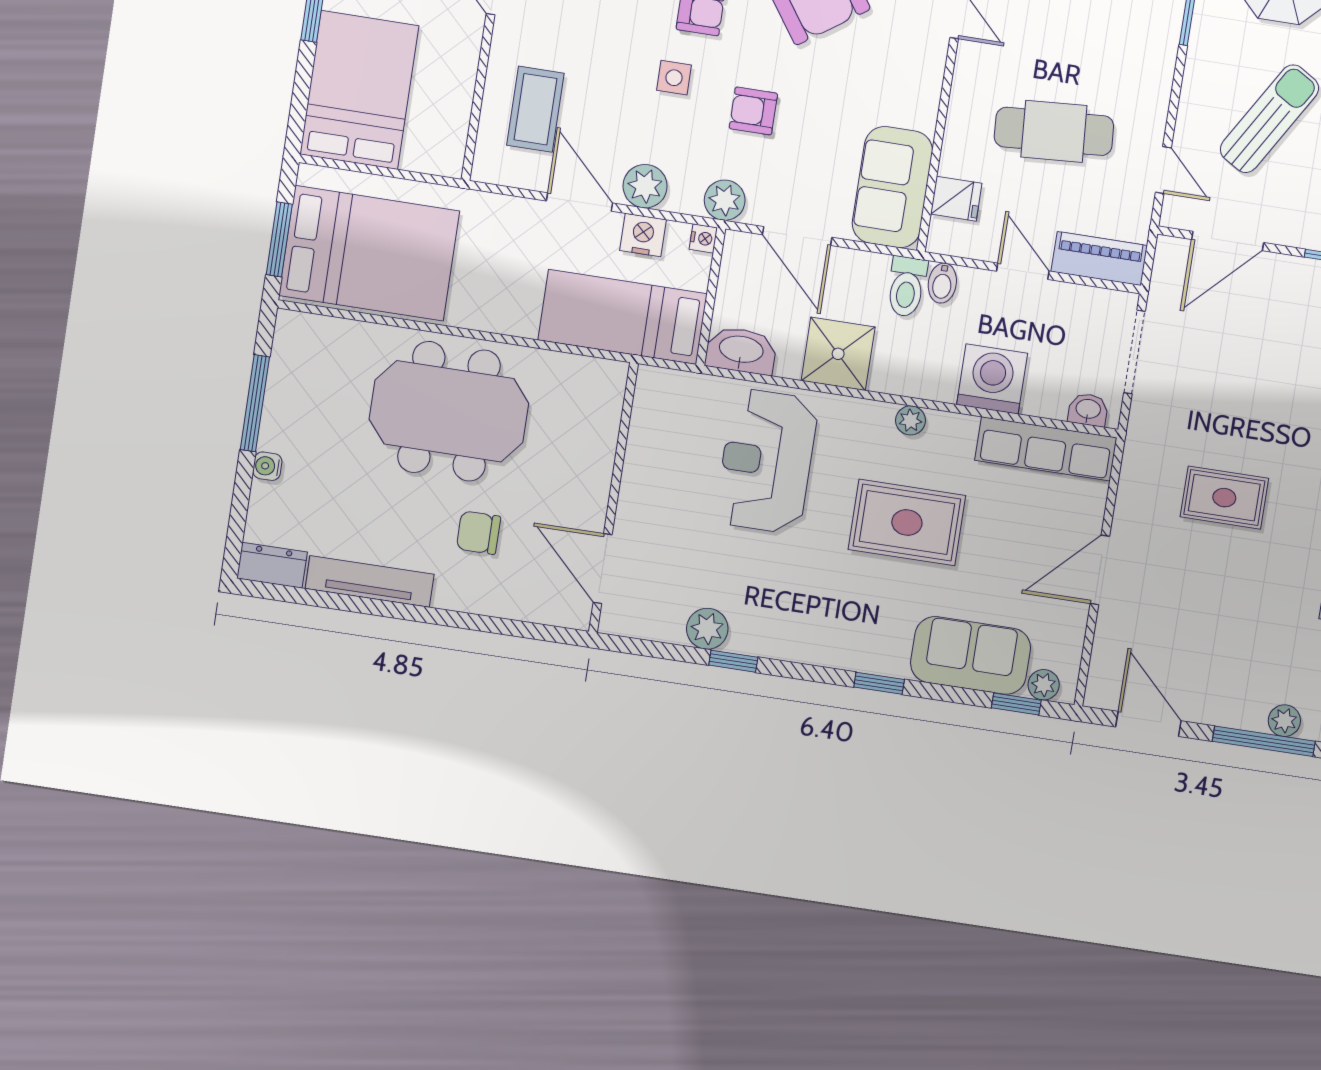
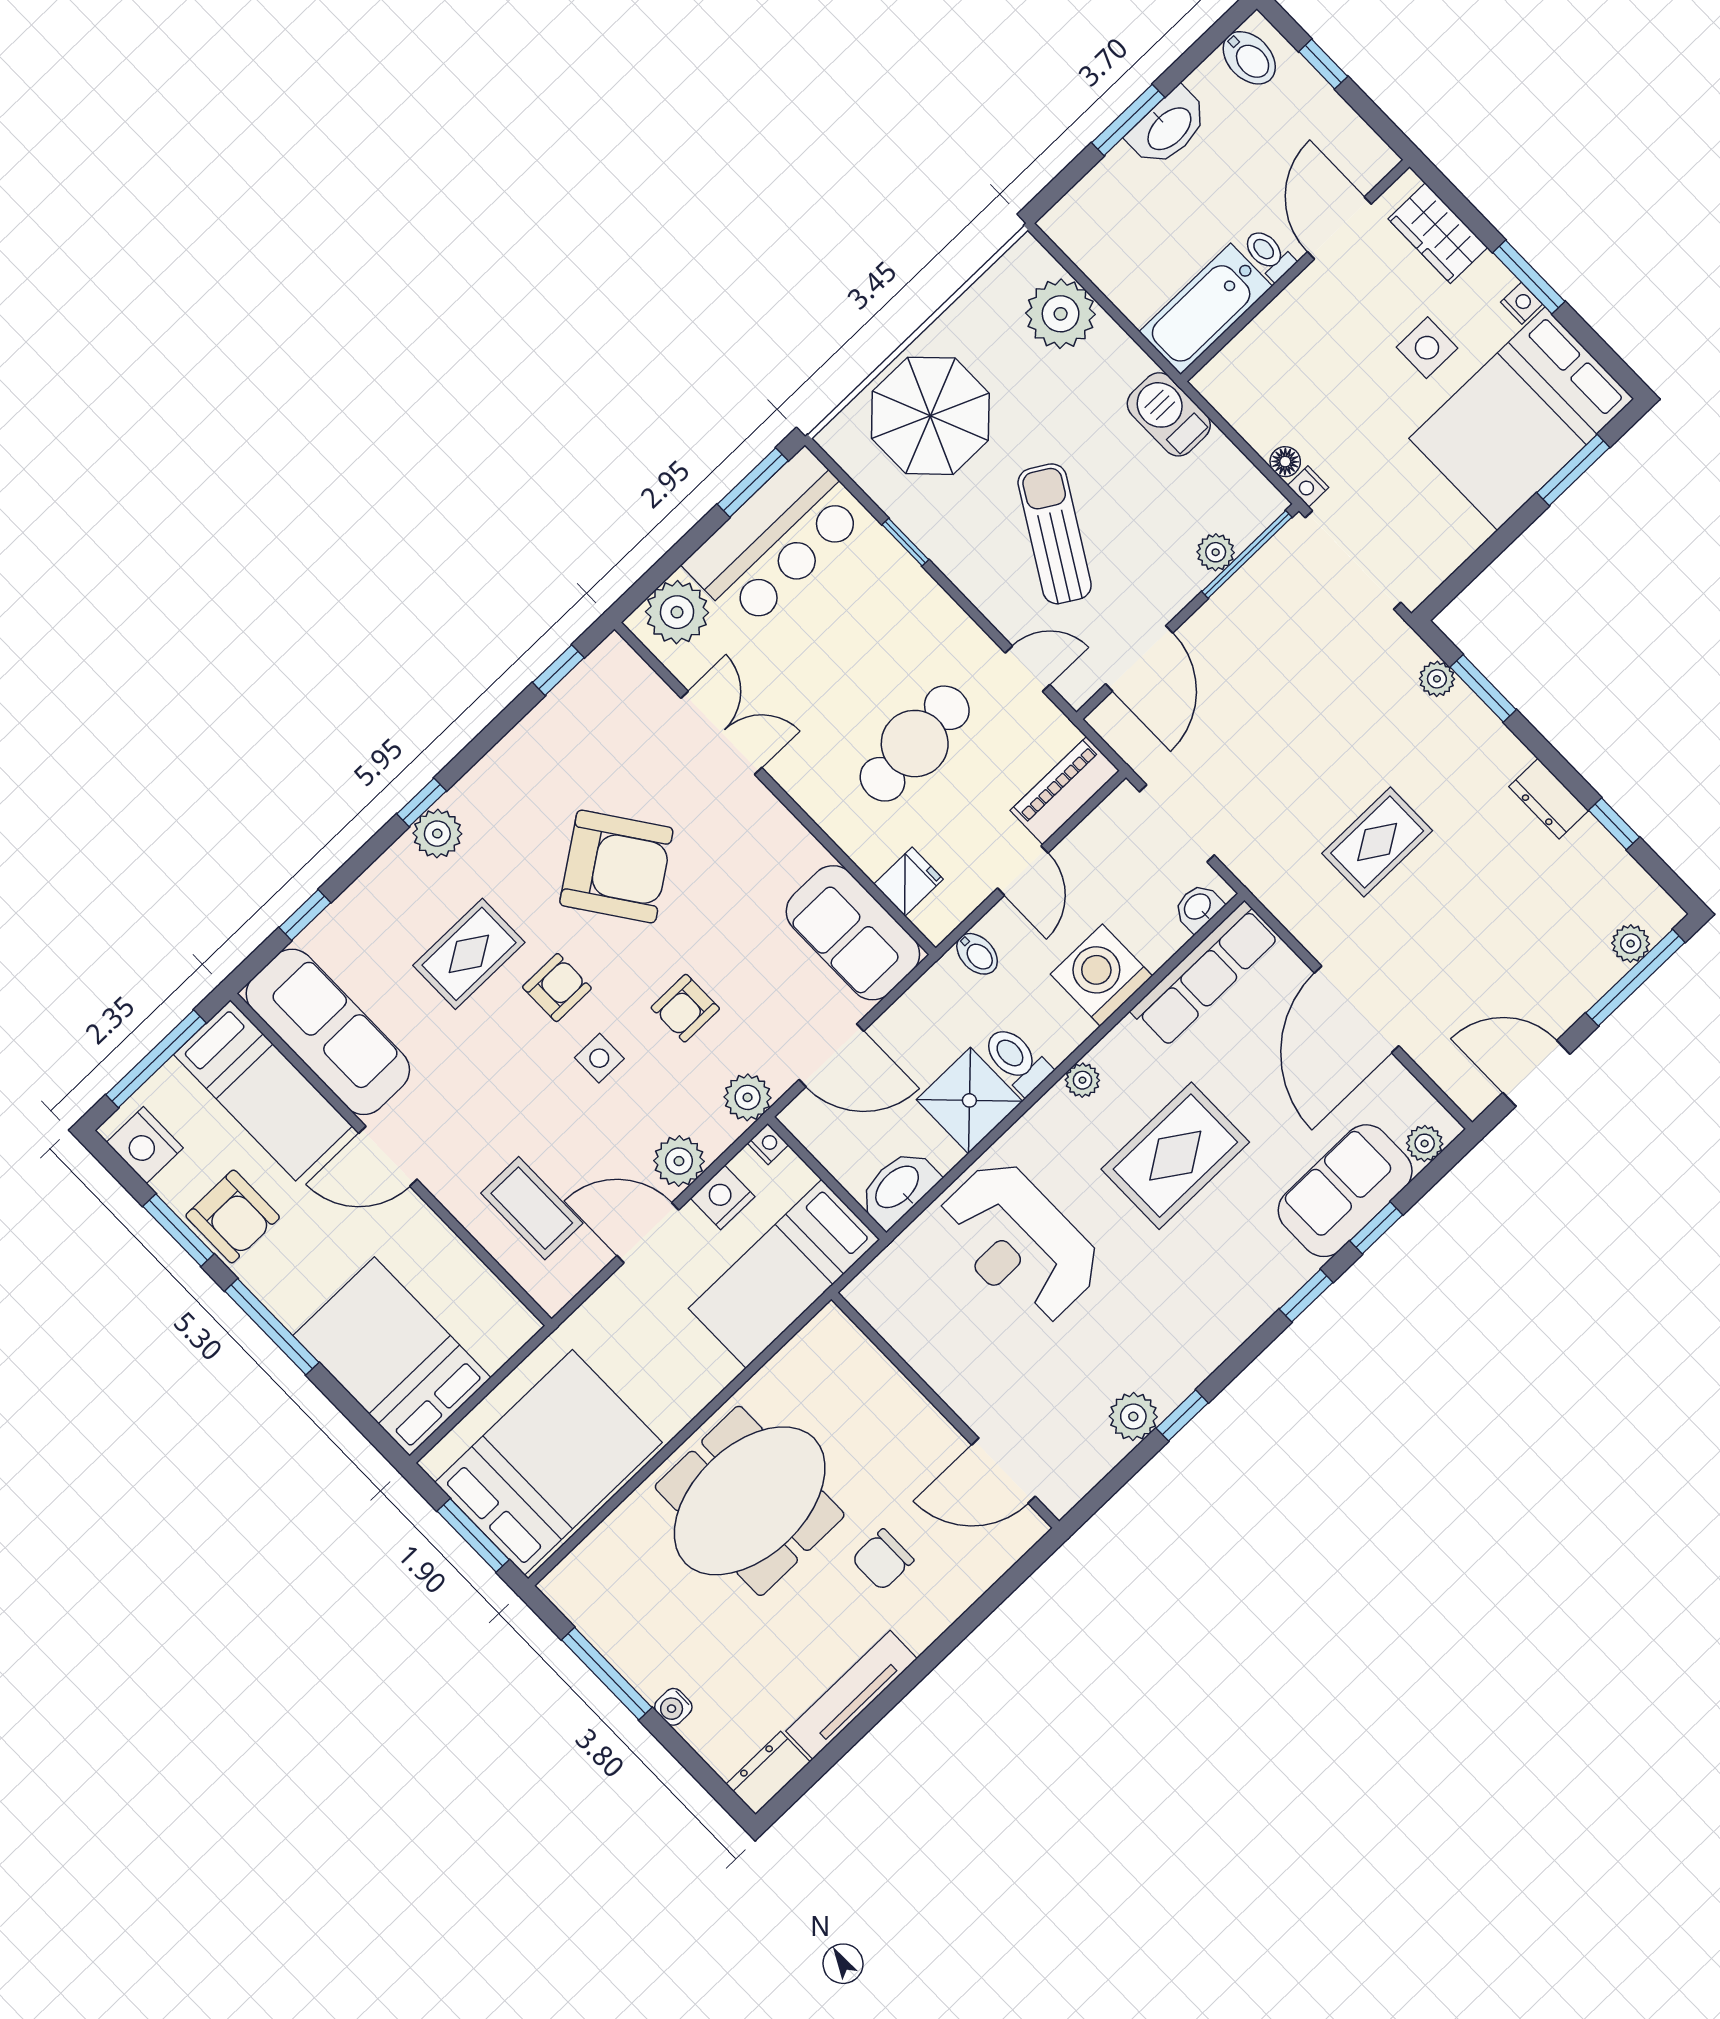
door: (1023, 271) -> (1023, 871), swing flipped
toilet: (907, 287) -> (1017, 1060), moved, turned 180
door: (1100, 570) -> (1357, 1009), width x1.36
window: (1016, 704) -> (1376, 1228), moved

